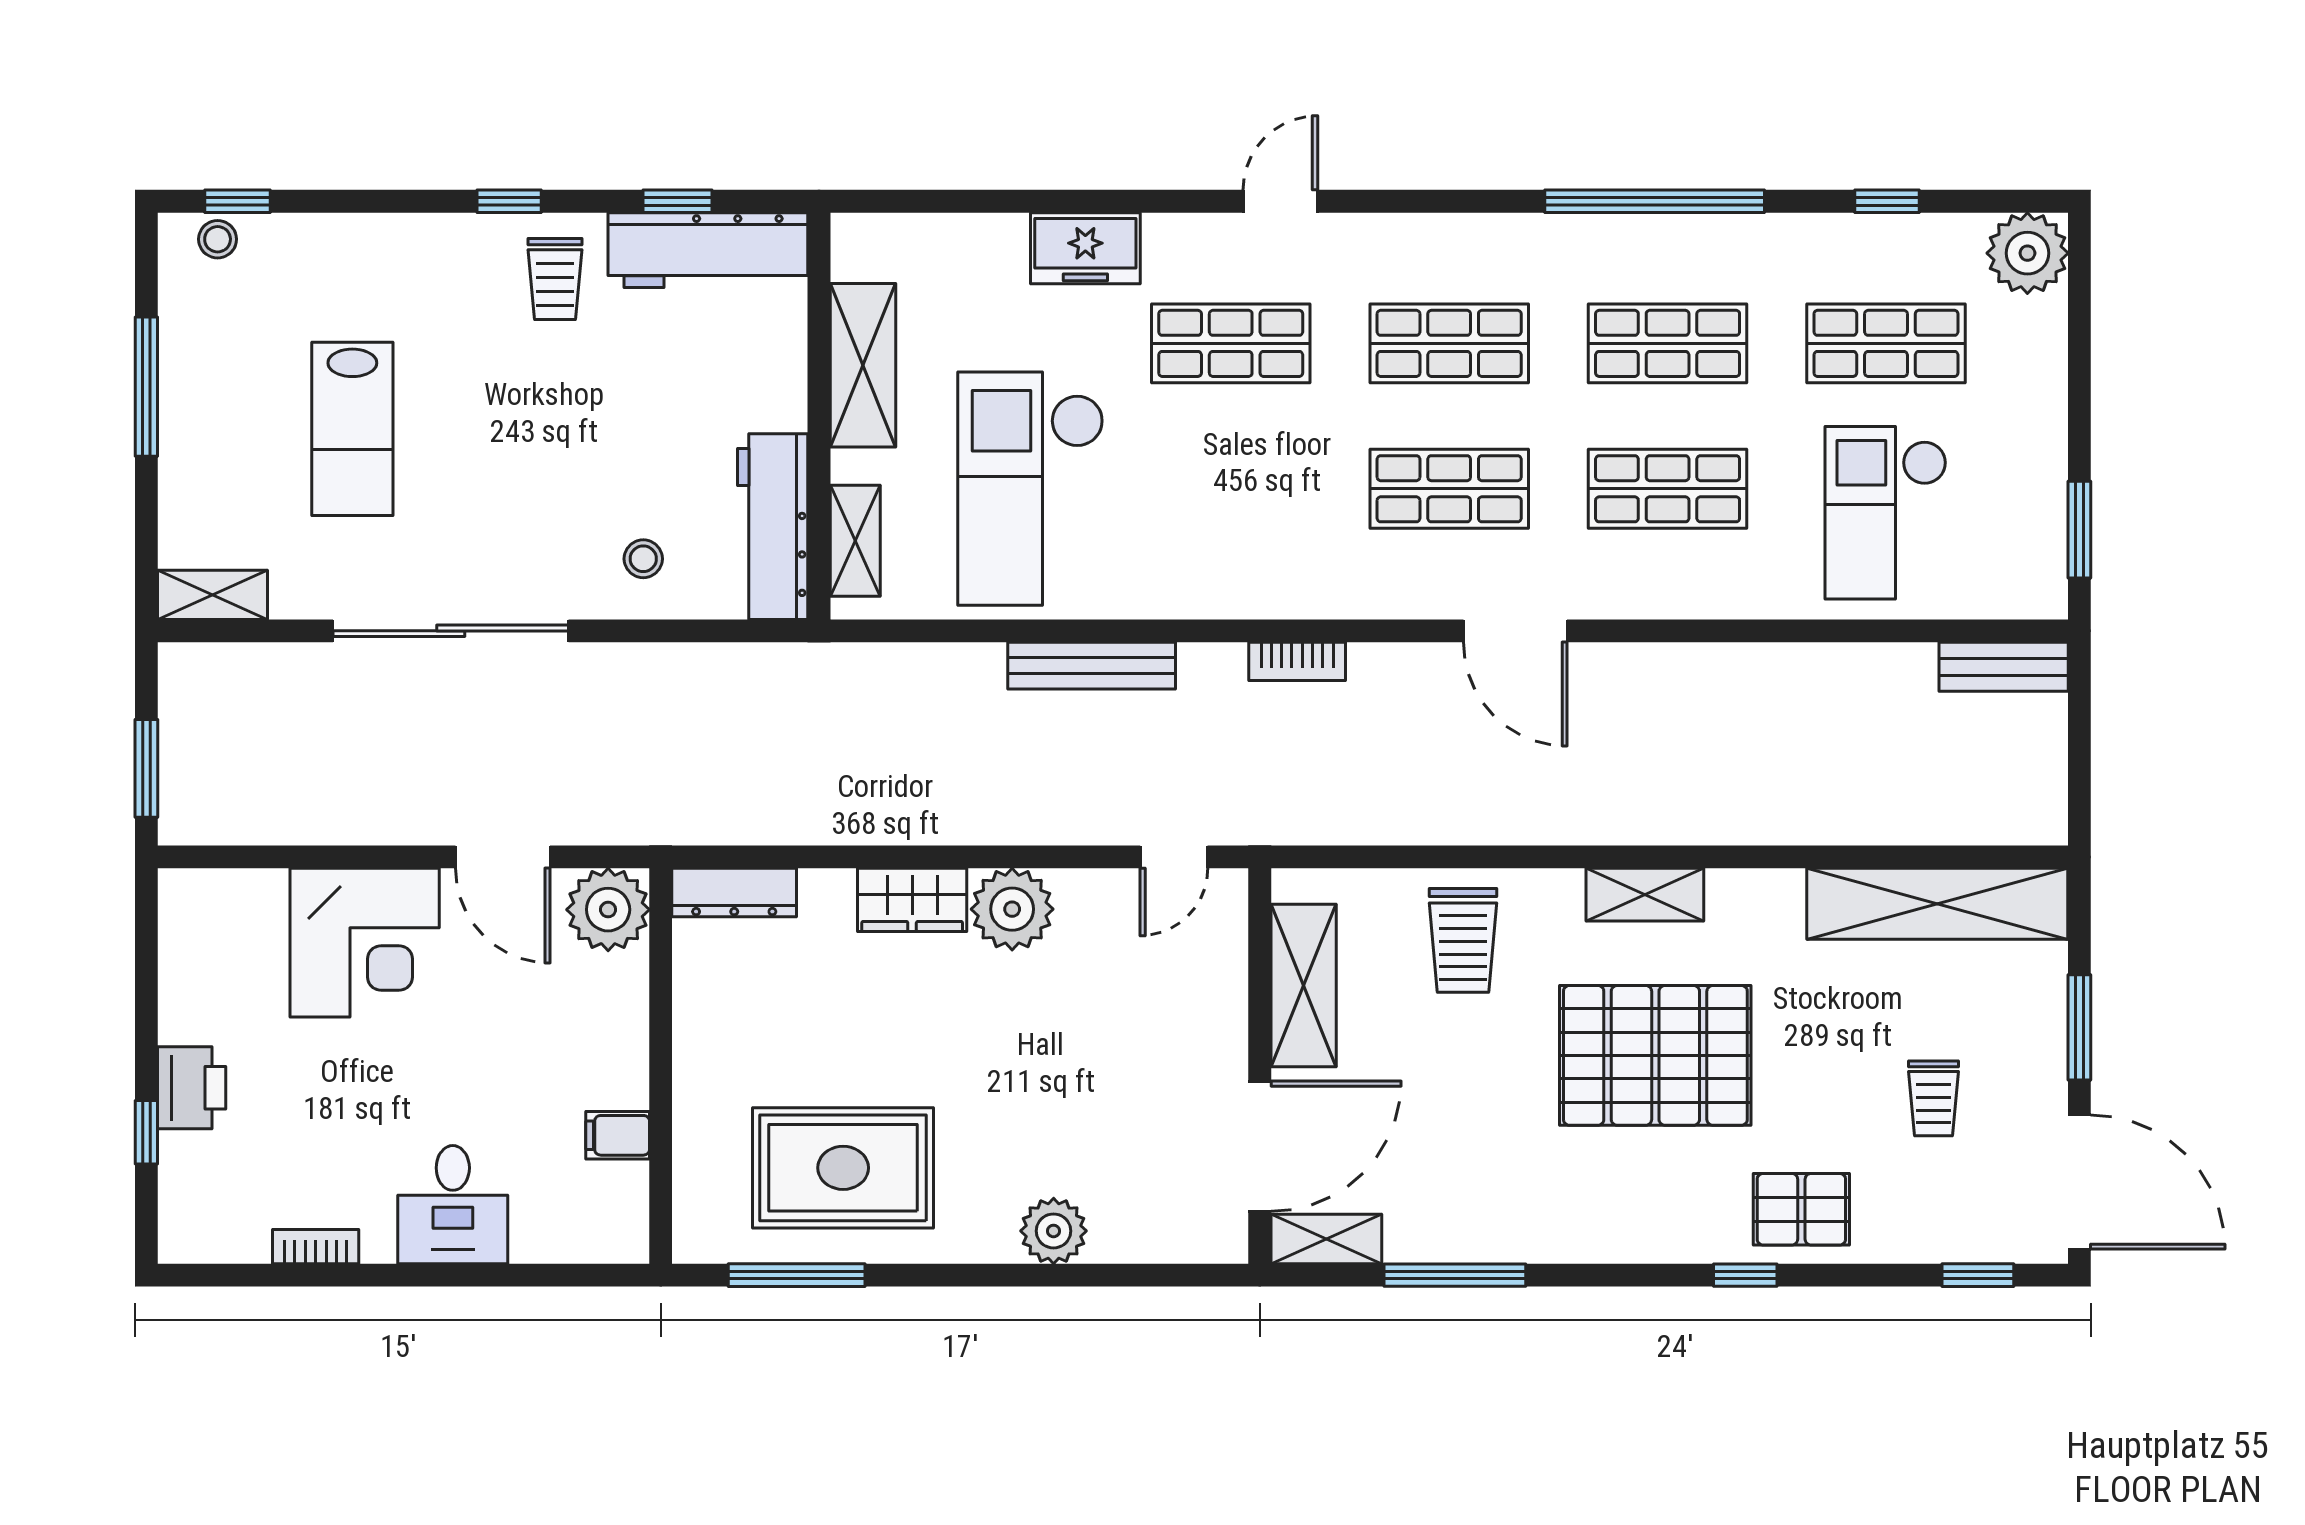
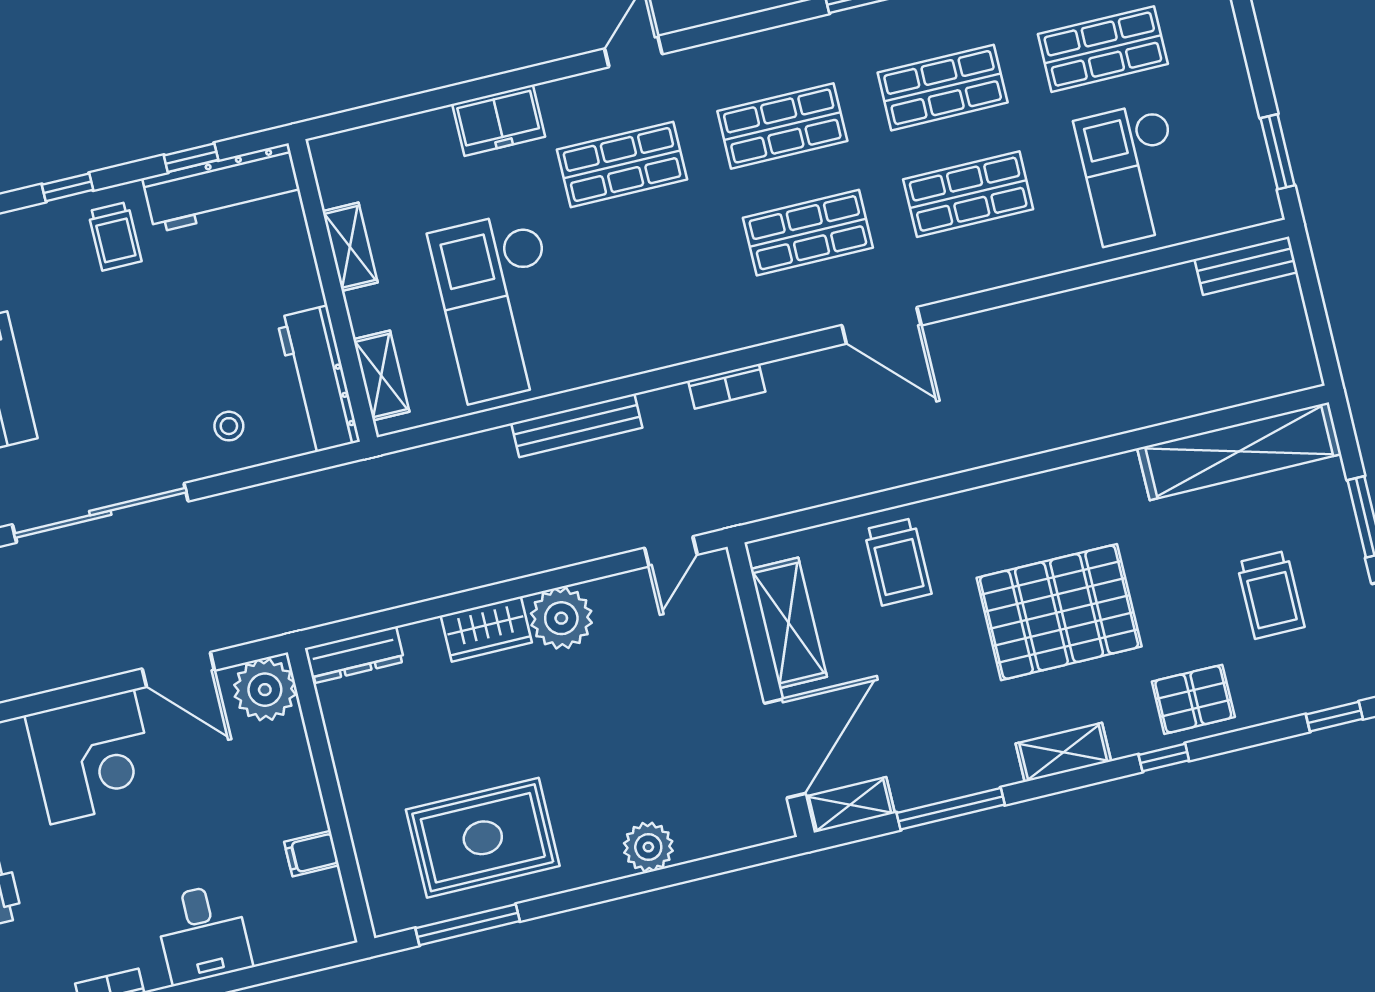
shelving: (863, 365) -> (350, 247), width x0.67, depth x0.75
shelving: (1645, 895) -> (1063, 752), moved
trolley: (1933, 1098) -> (1271, 595), width x1.36, depth x1.39

